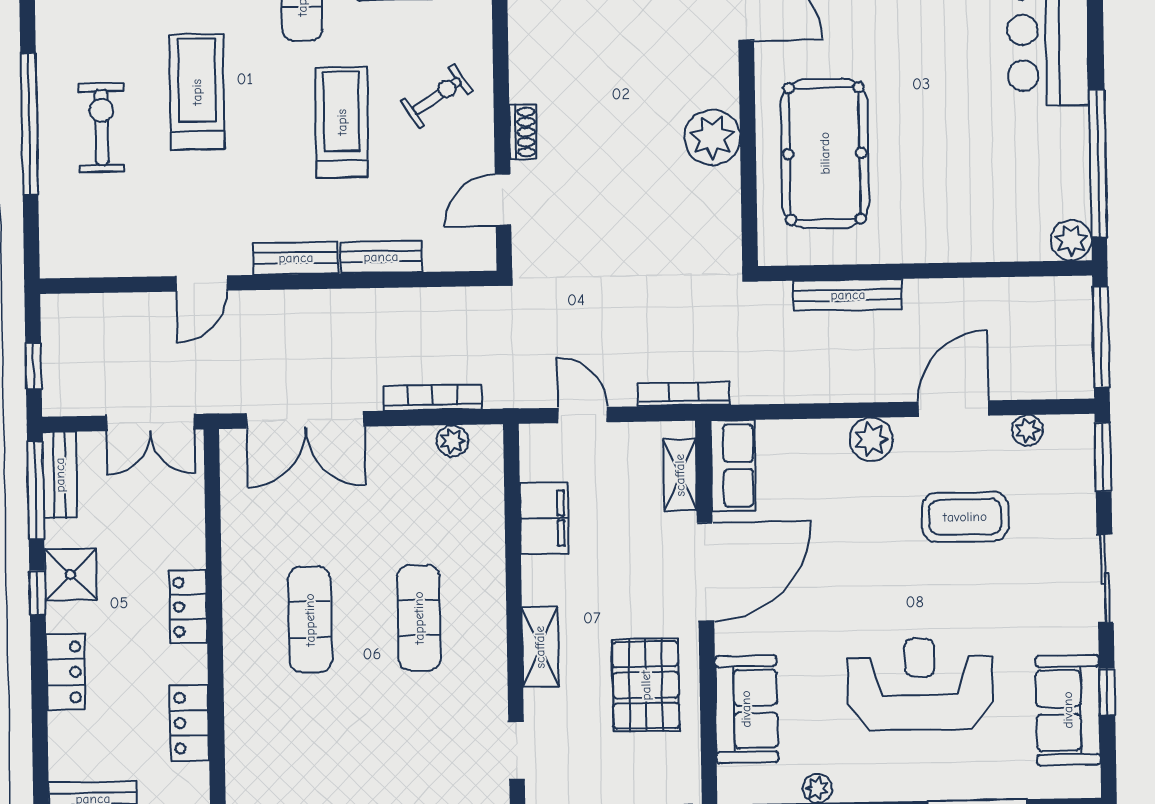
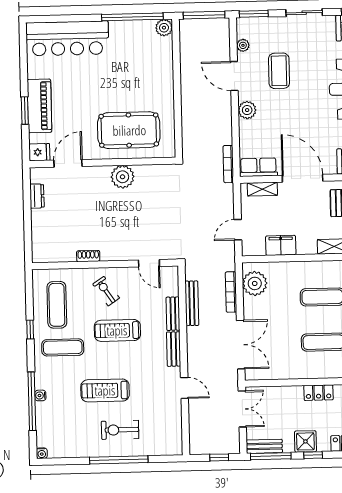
shoe rack: (523, 132) -> (88, 256), moved
bench: (848, 295) -> (192, 303), moved
bookcase: (684, 394) -> (228, 164), moved
plant: (452, 441) -> (255, 283), width x1.87, depth x1.87

